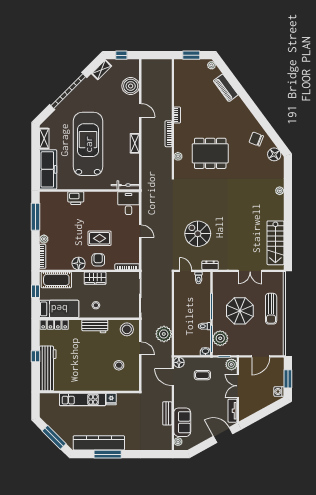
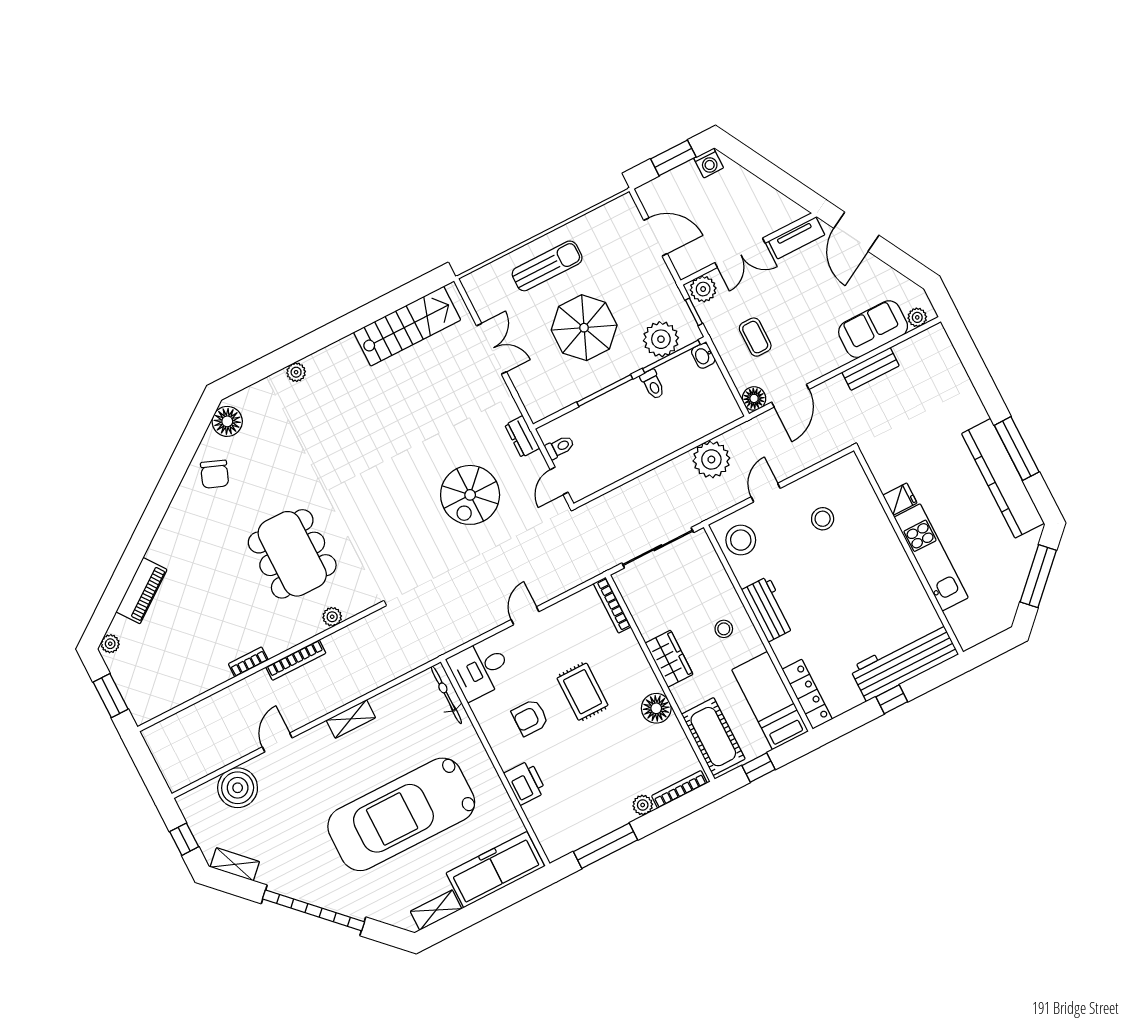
armchair: (98, 260) -> (530, 717), moved

